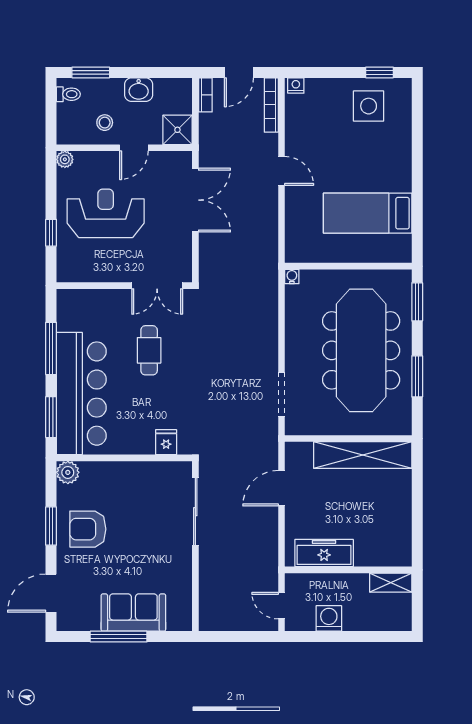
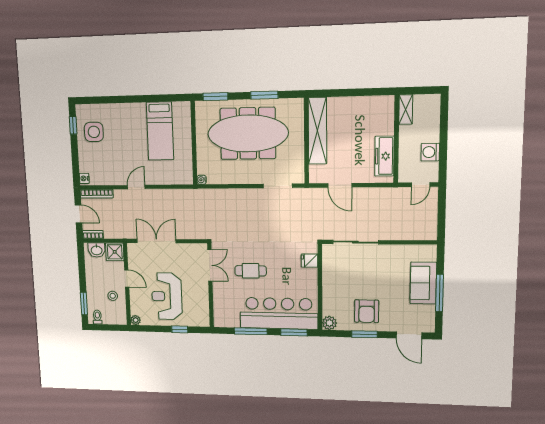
washbasin: (139, 90) -> (97, 250), moved, turned 90

